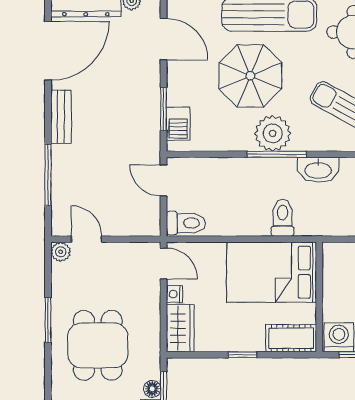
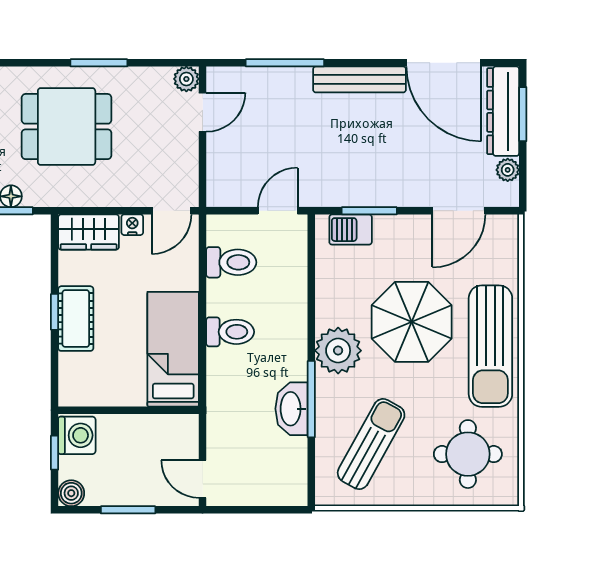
bench: (61, 117) -> (360, 79), width x1.36
window: (277, 154) -> (311, 399), moved
toilet: (283, 218) -> (230, 332), moved
toilet: (186, 223) -> (231, 262), moved, turned -90
bed: (272, 272) -> (173, 349), width x0.67
cot: (291, 338) -> (76, 319), moved

